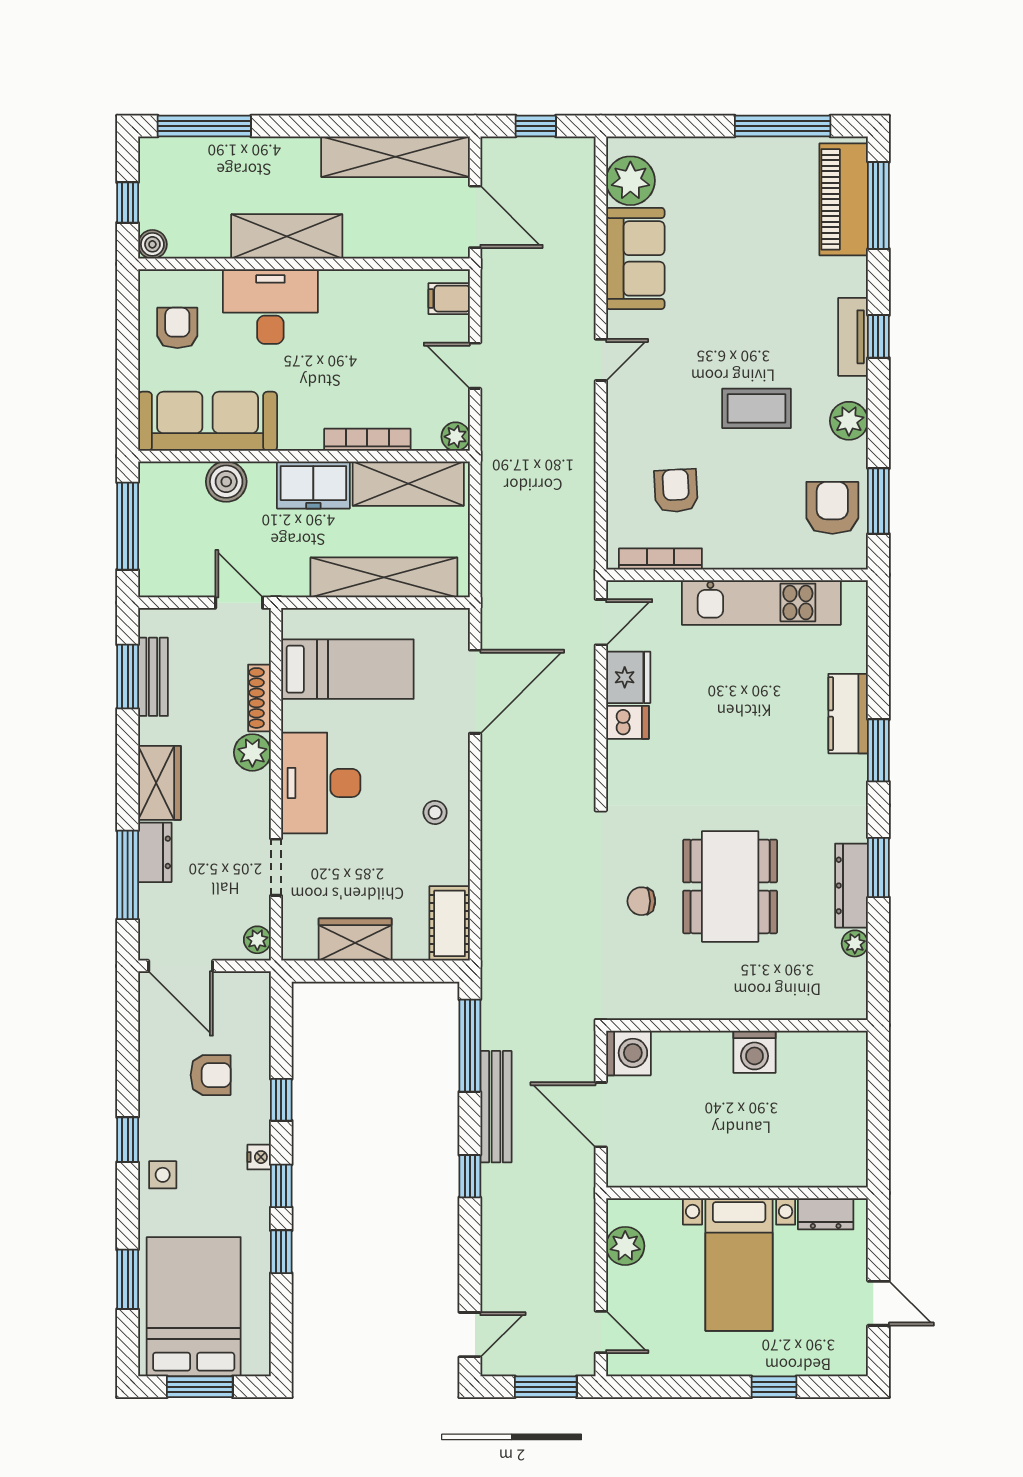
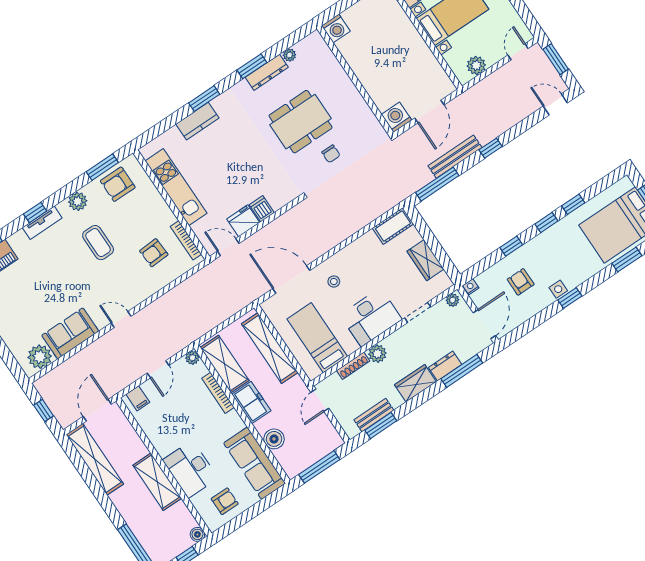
armchair: (177, 328) -> (225, 501), turned 180
stool: (435, 812) -> (334, 281), moved
washing machine: (755, 1052) -> (336, 28), moved, turned 90
nightstand: (259, 1157) -> (471, 287), moved
side table: (163, 1175) -> (558, 289), moved

